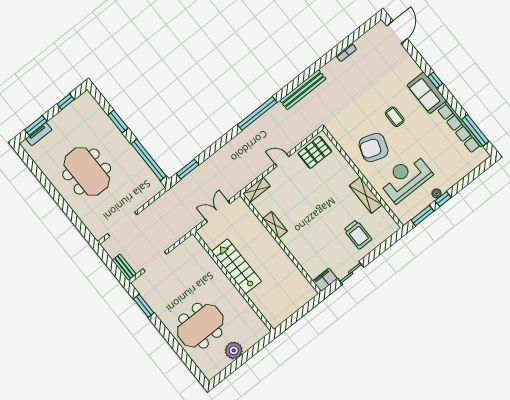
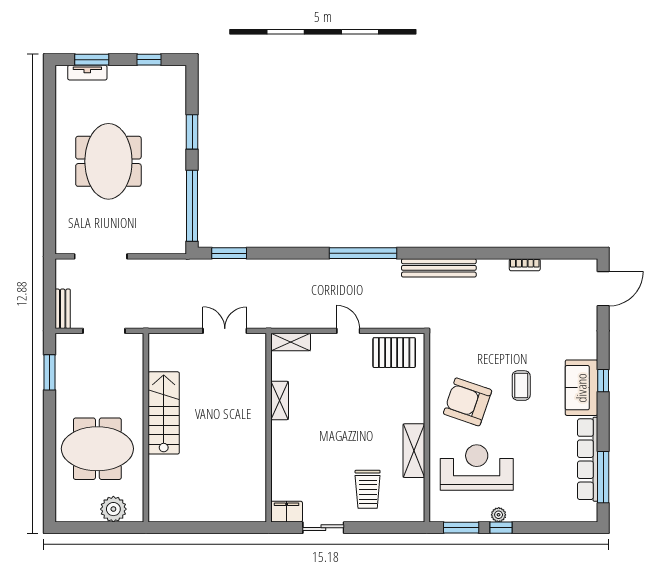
stairs: (236, 266) -> (164, 413), moved
wall: (233, 281) -> (146, 428), moved

